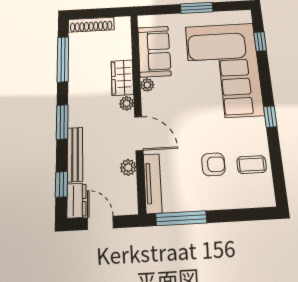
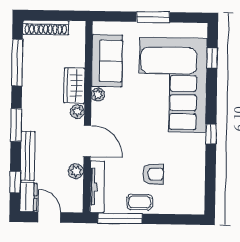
coffee table: (252, 165) -> (140, 202), moved

